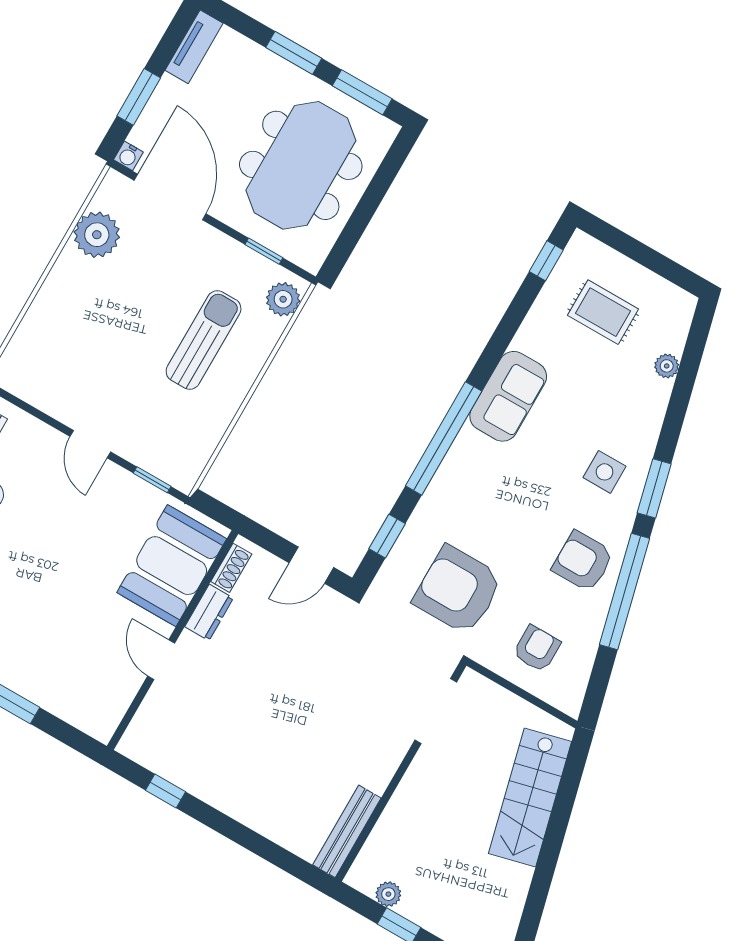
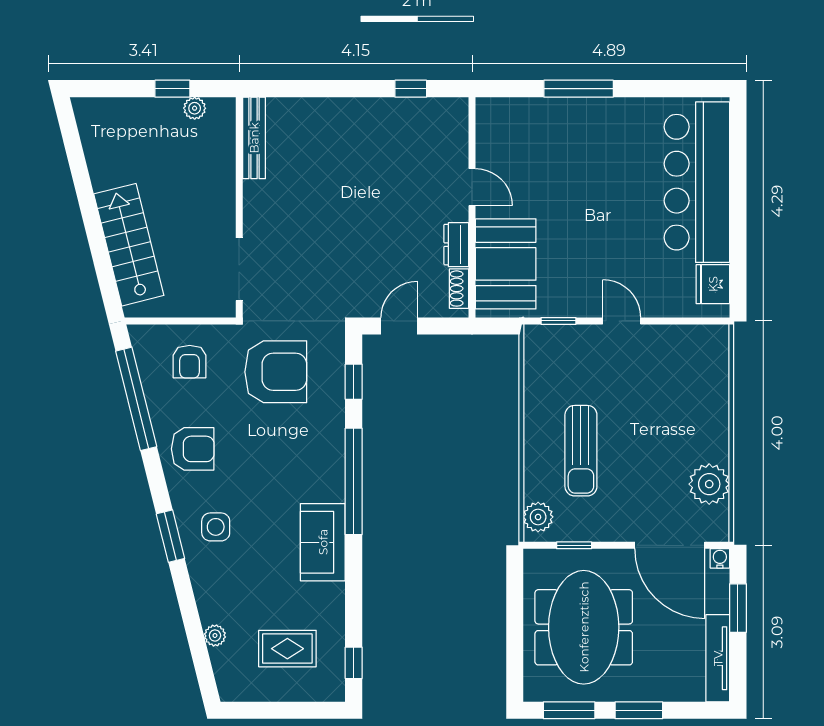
tv unit: (194, 47) -> (718, 658), width x1.41
window: (625, 592) -> (136, 399), moved

